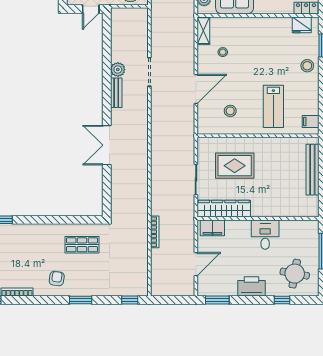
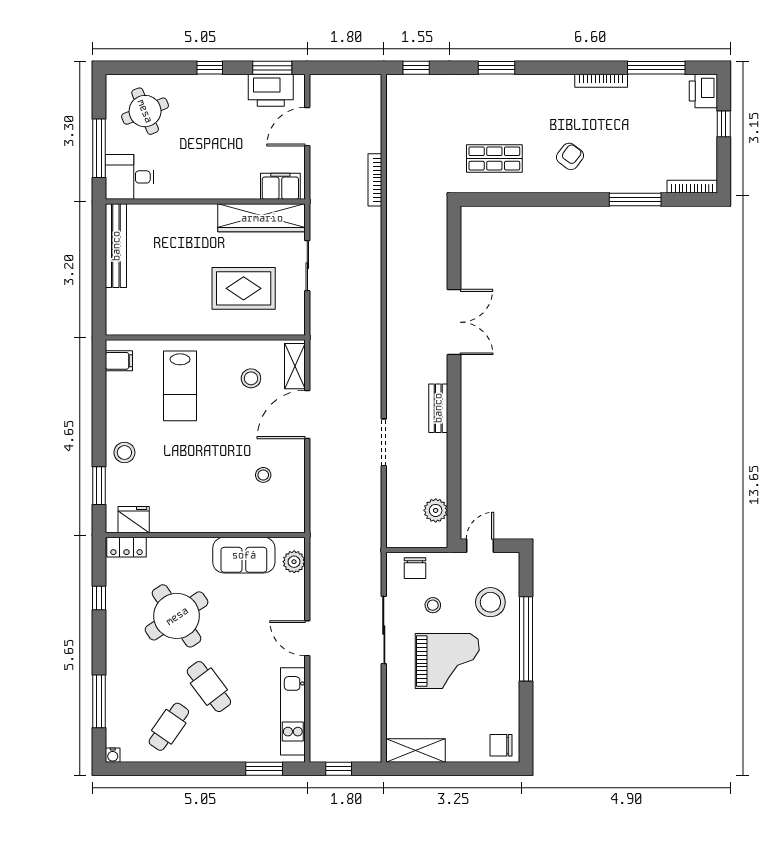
shelving: (203, 31) -> (295, 366), moved
plant: (118, 70) -> (436, 510), moved
lab bench: (273, 106) -> (180, 386), turned 180
bench: (312, 170) -> (116, 246), moved
desk: (265, 235) -> (130, 177), moved, turned 90
round table: (295, 274) -> (145, 111), turned -32
armchair: (57, 279) -> (570, 156), moved, turned -152
printer: (251, 286) -> (271, 90), moved
window: (282, 300) -> (210, 68), moved

